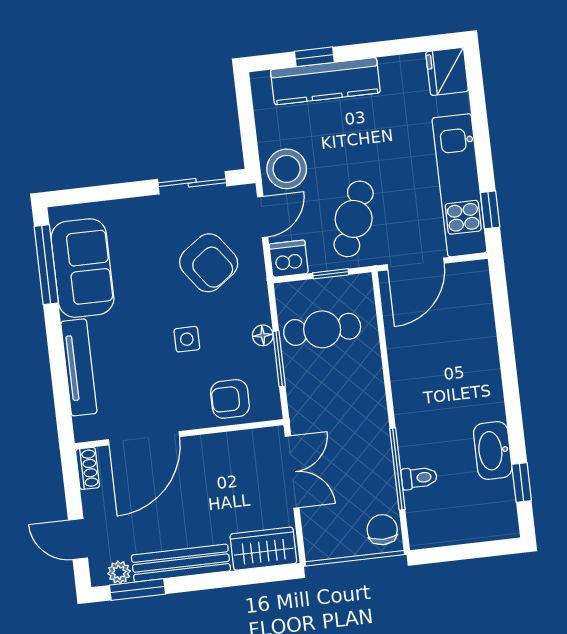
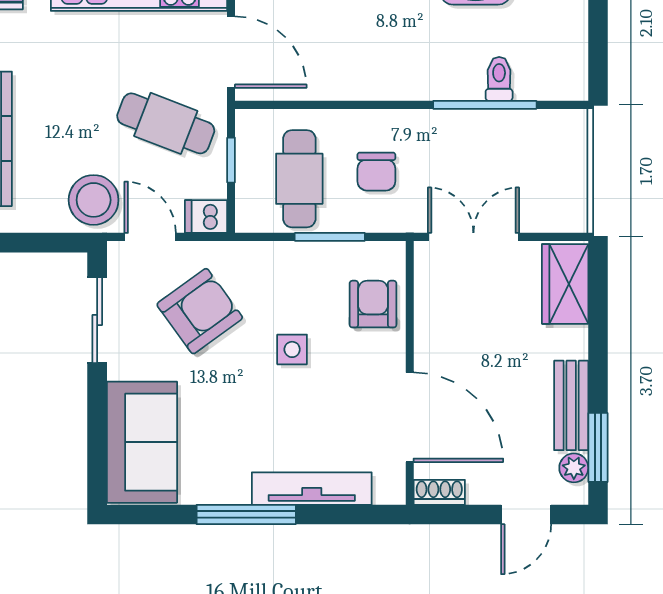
dishwasher: (289, 259) -> (206, 217), width x0.73
window: (46, 265) -> (246, 514), moved
sofa: (82, 268) -> (142, 442), moved, turned 90
floor lamp: (263, 335) -> (298, 254), removed
armchair: (230, 399) -> (373, 304), turned 180
chair: (382, 530) -> (376, 172), moved, turned -90
bench: (181, 563) -> (571, 405), width x0.73

